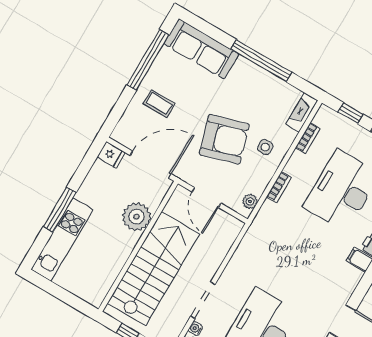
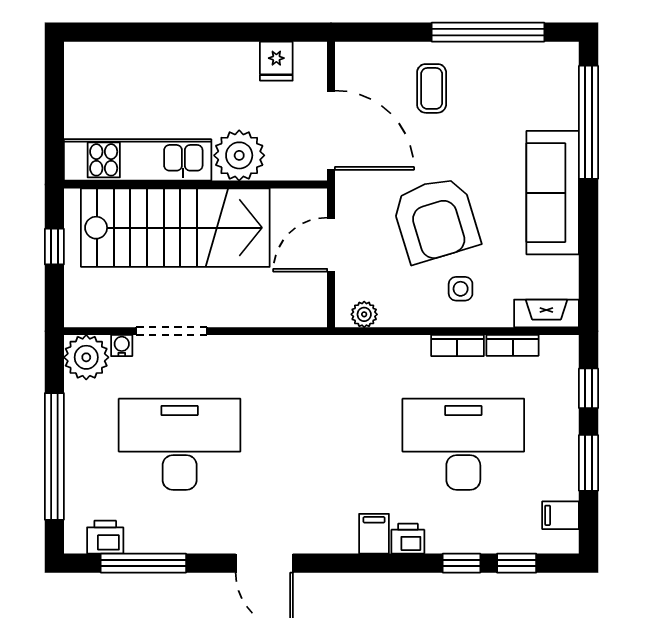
sofa: (201, 49) -> (553, 193), moved
window: (261, 61) -> (589, 122), moved
fridge: (111, 155) -> (276, 61), moved
bookcase: (279, 187) -> (457, 346), moved
window: (60, 210) -> (181, 32), removed
kitchen unit: (62, 240) -> (138, 160), moved, turned 180

